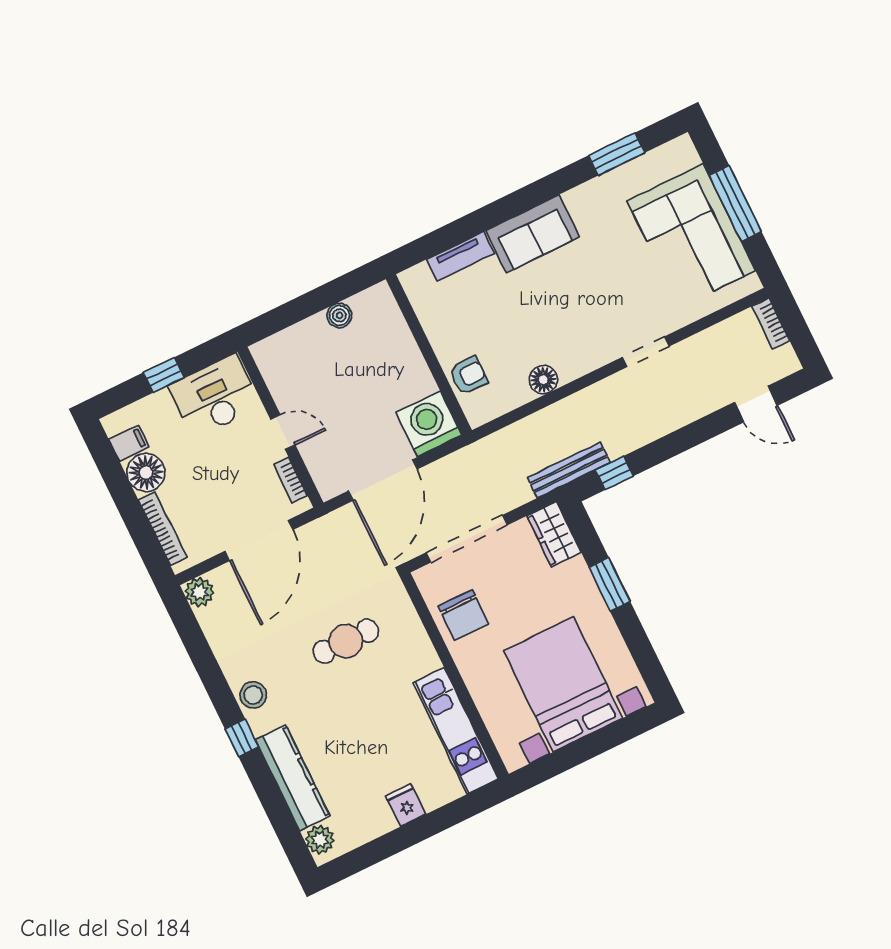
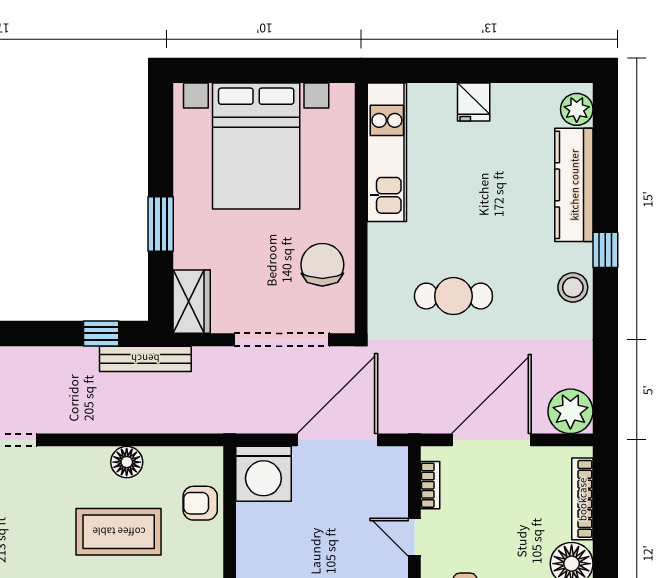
coffee table: (523, 320) -> (119, 532), added
plant: (199, 592) -> (570, 411), width x1.36, depth x1.36

